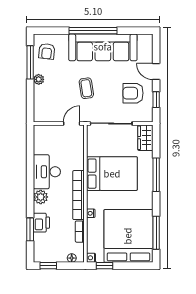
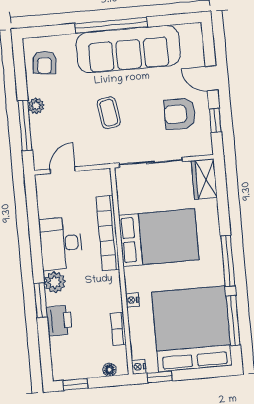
window: (30, 62) -> (25, 125), moved
door: (72, 123) -> (63, 170), moved
window: (156, 175) -> (228, 261), moved
bookcase: (78, 195) -> (108, 233), moved
window: (30, 229) -> (41, 300), moved

